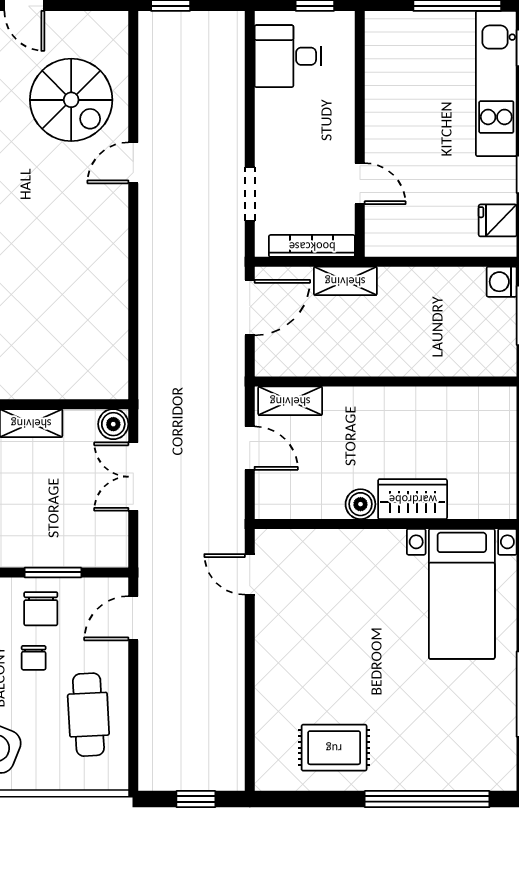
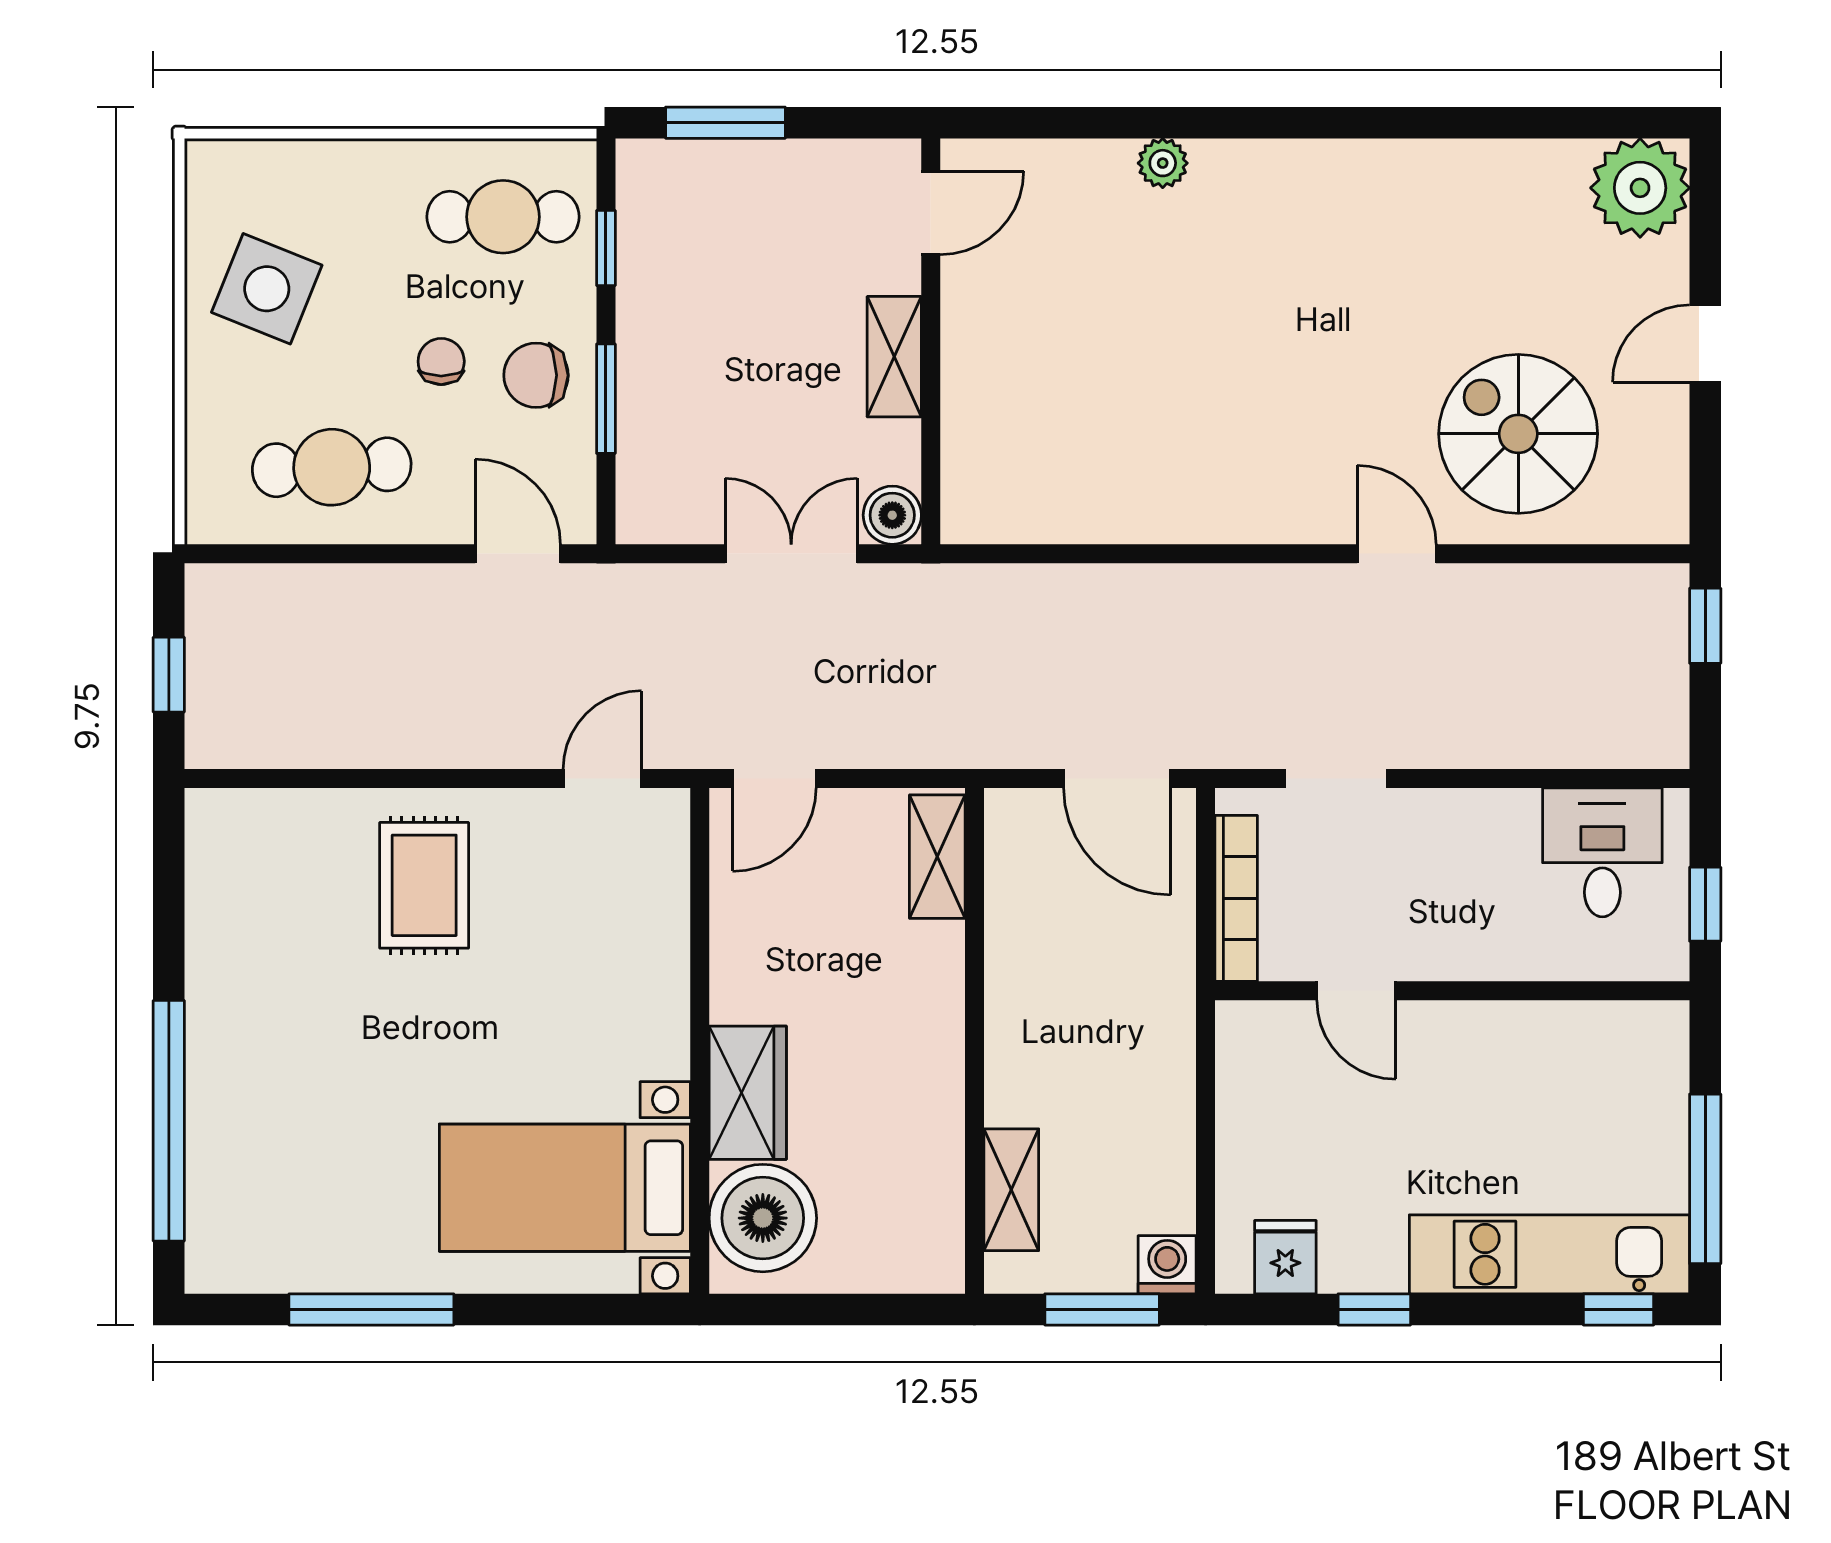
spiral stairs: (71, 100) -> (1518, 434), turned 90
door: (360, 184) -> (1356, 991), hinge flipped
shelving: (345, 281) -> (1011, 1190), moved
door: (250, 448) -> (774, 779), moved
boiler: (360, 504) -> (763, 1218), moved, width x1.86, depth x1.86
chair: (34, 658) -> (441, 361), turned 90
rug: (334, 748) -> (424, 885), moved

